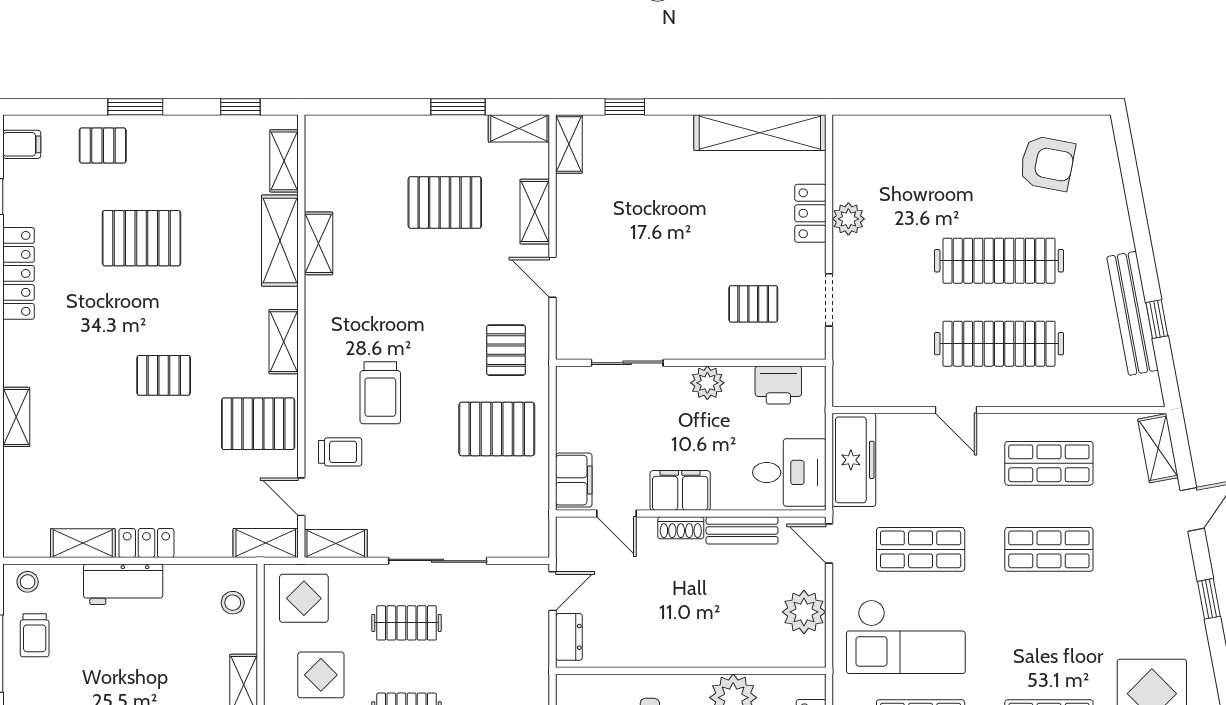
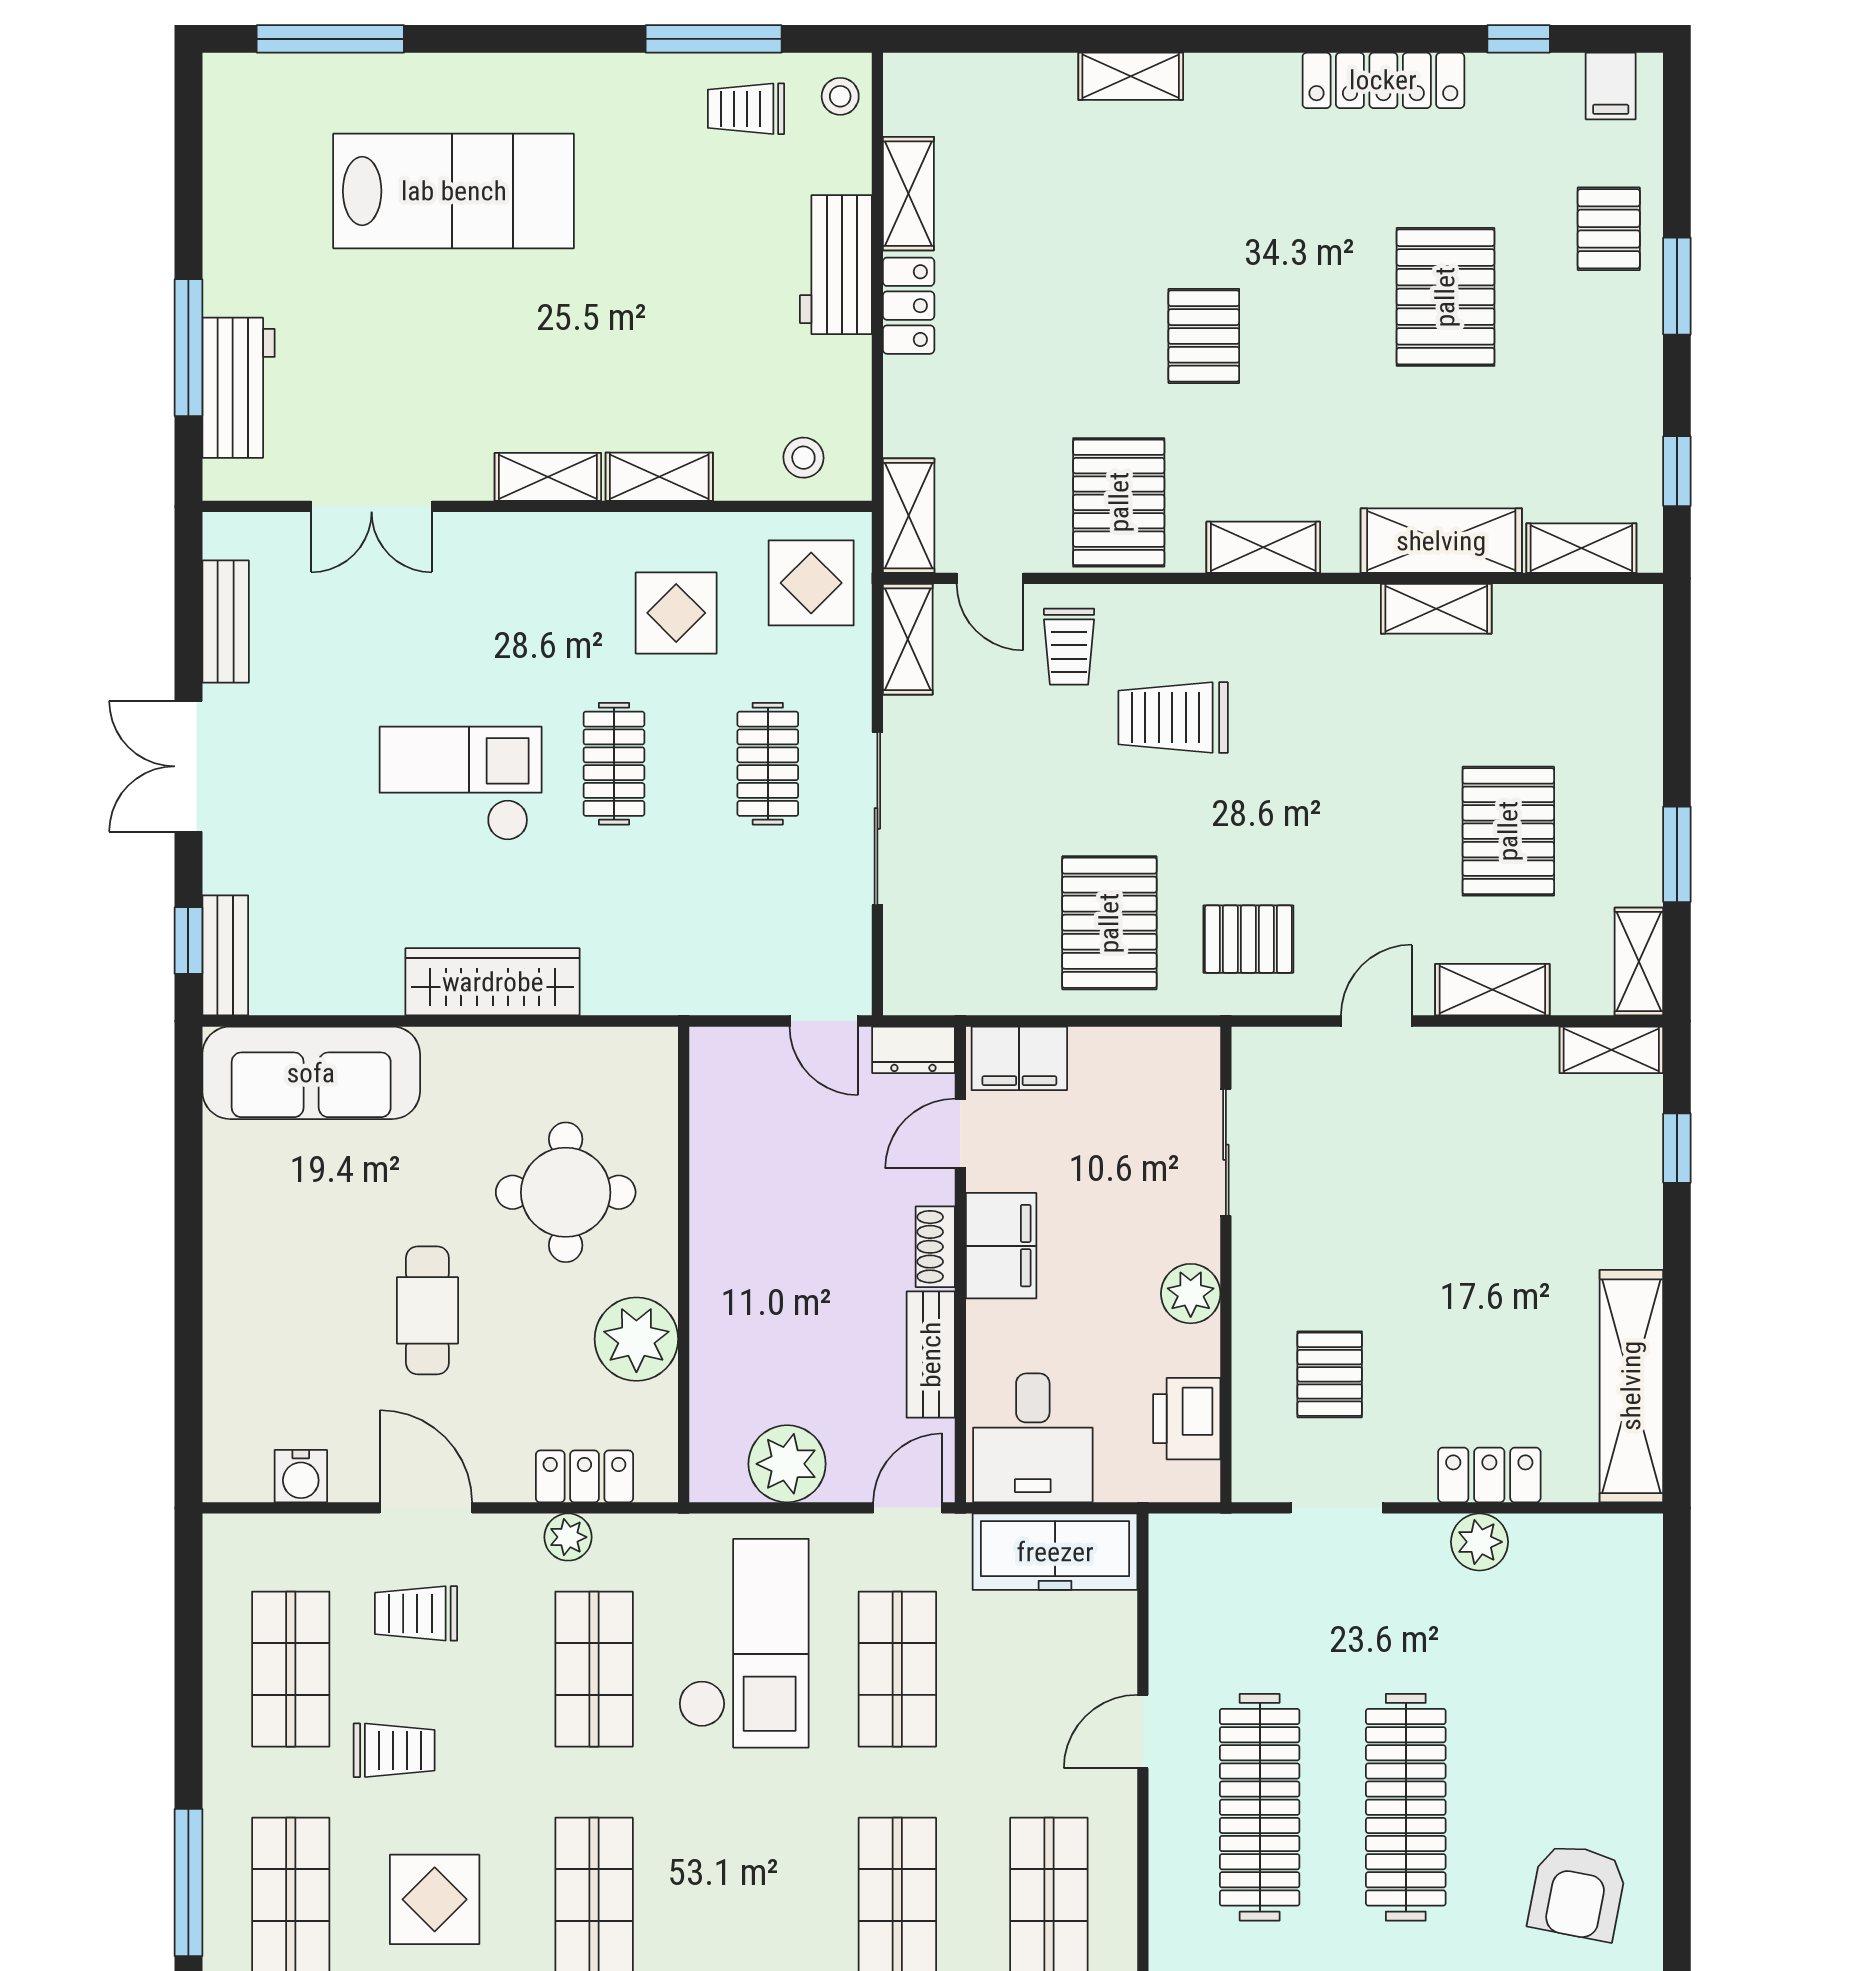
door: (301, 497) -> (990, 578), swing flipped
dresser: (569, 637) -> (913, 1050), moved
checkout: (906, 637) -> (744, 1643), turned 180

